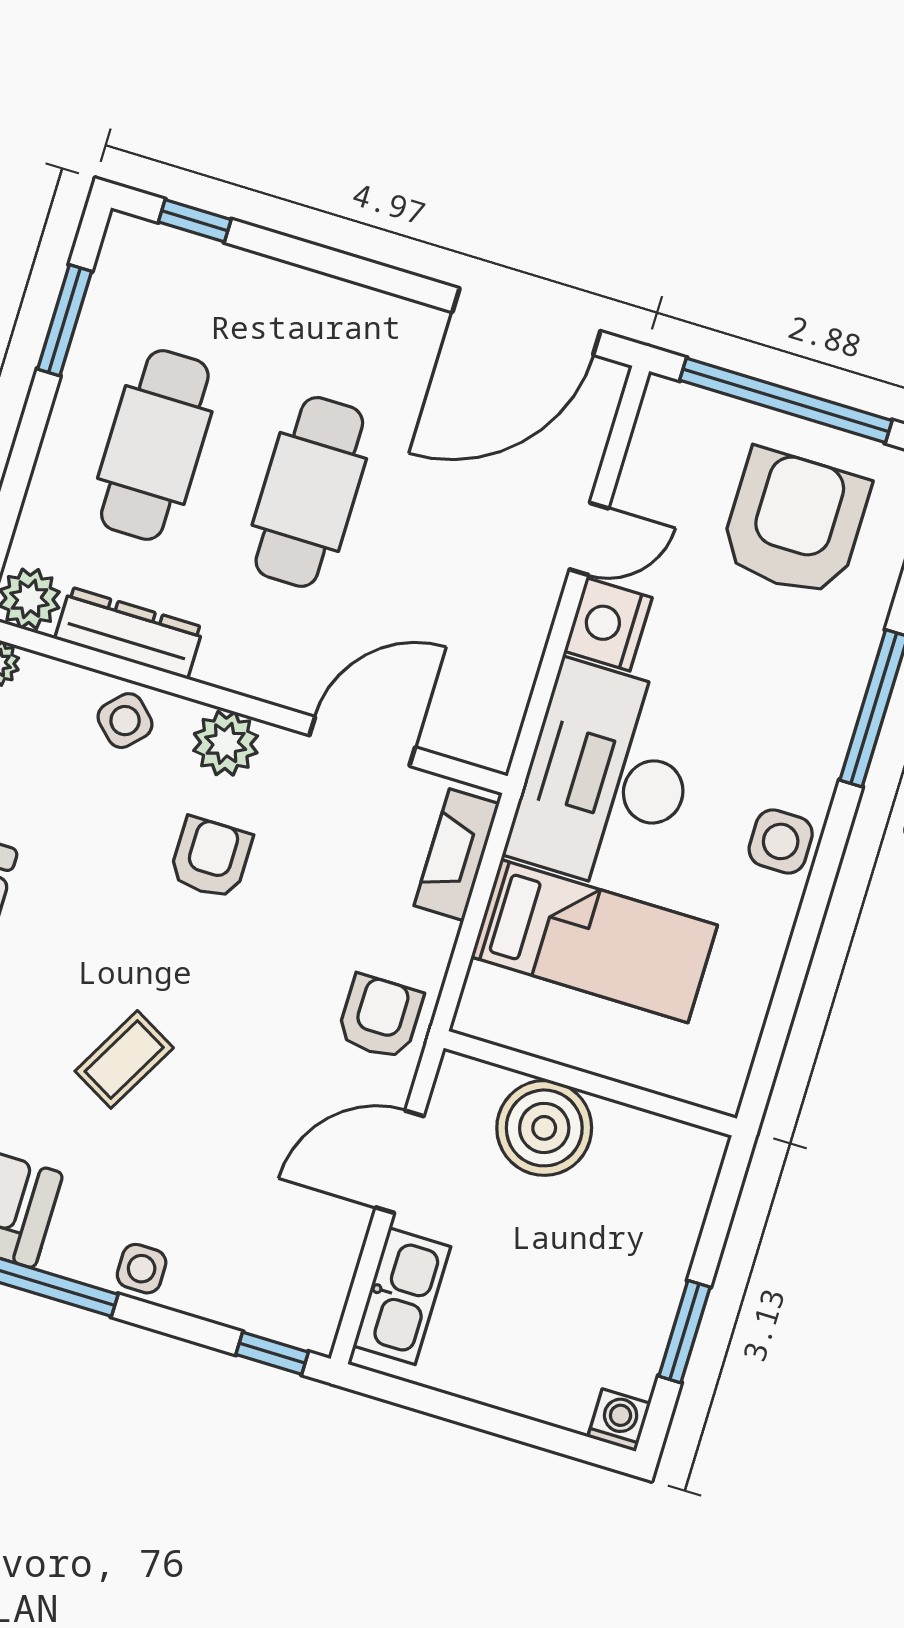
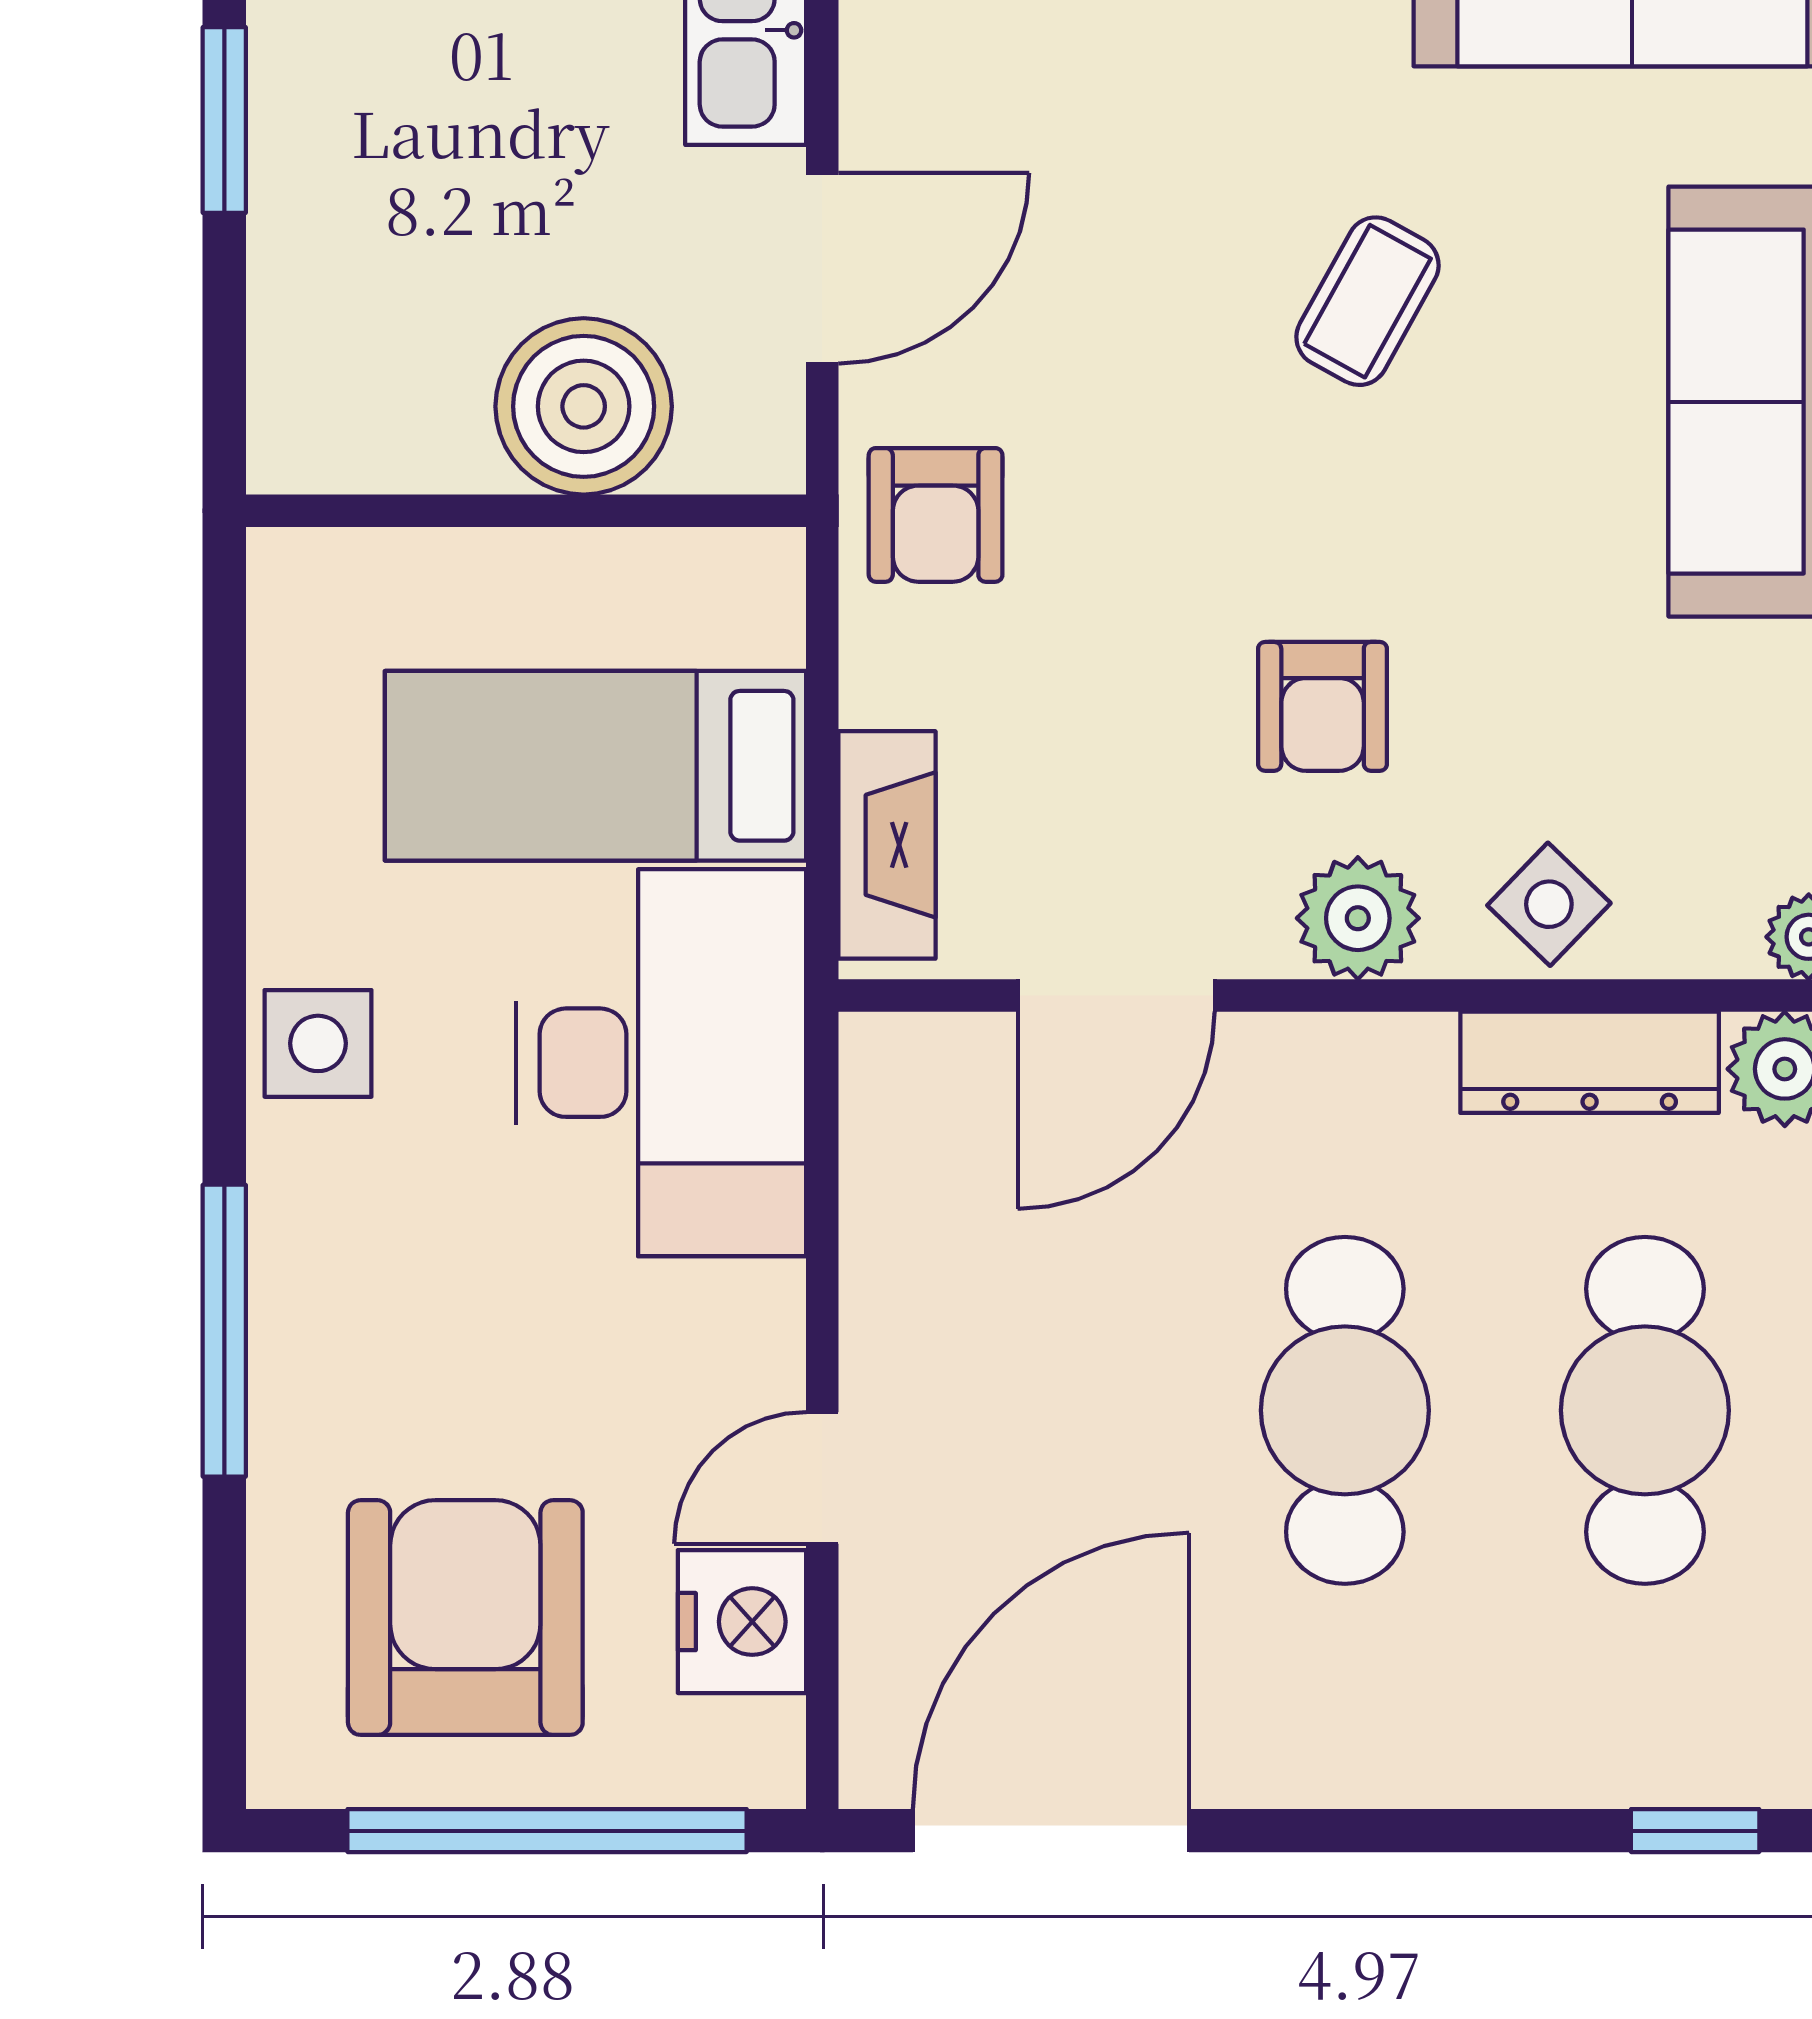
armchair: (795, 523) -> (465, 1618), turned 180
nightstand: (608, 624) -> (742, 1622), moved

